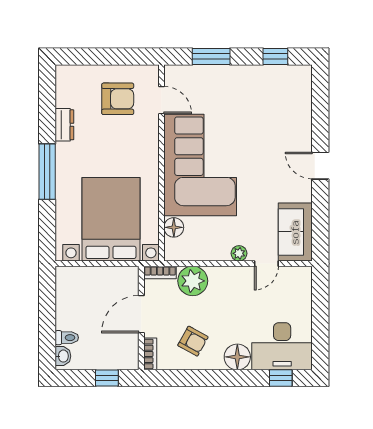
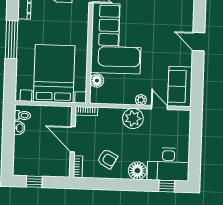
door: (266, 264) -> (159, 107), swing flipped
plant: (193, 281) -> (133, 118), moved
door: (141, 314) -> (73, 139), hinge flipped
toilet: (67, 338) -> (22, 115), moved
washbasin: (63, 356) -> (19, 128), moved
window: (107, 378) -> (34, 182), moved

